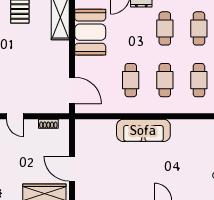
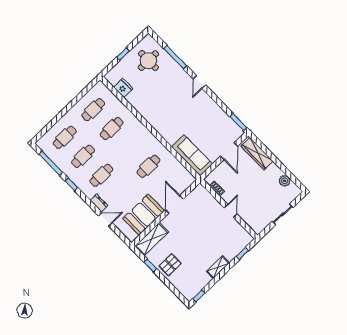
cafe table: (165, 80) -> (130, 147), removed
door: (72, 90) -> (174, 204), moved
sofa: (143, 130) -> (192, 155), moved

